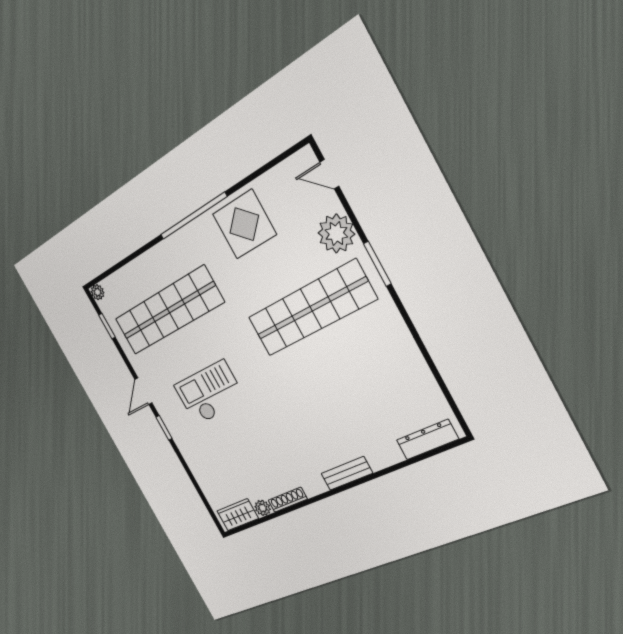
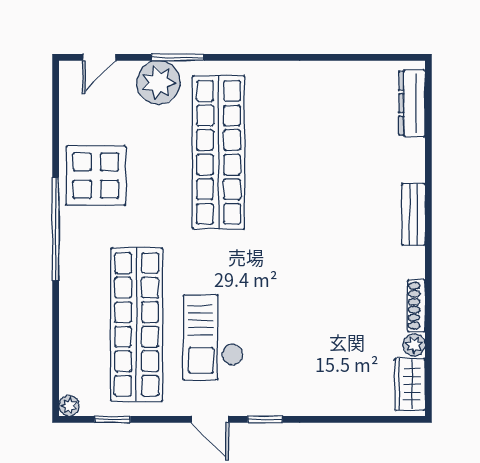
window: (377, 264) -> (178, 57), moved
checkout: (210, 393) -> (213, 337), moved

